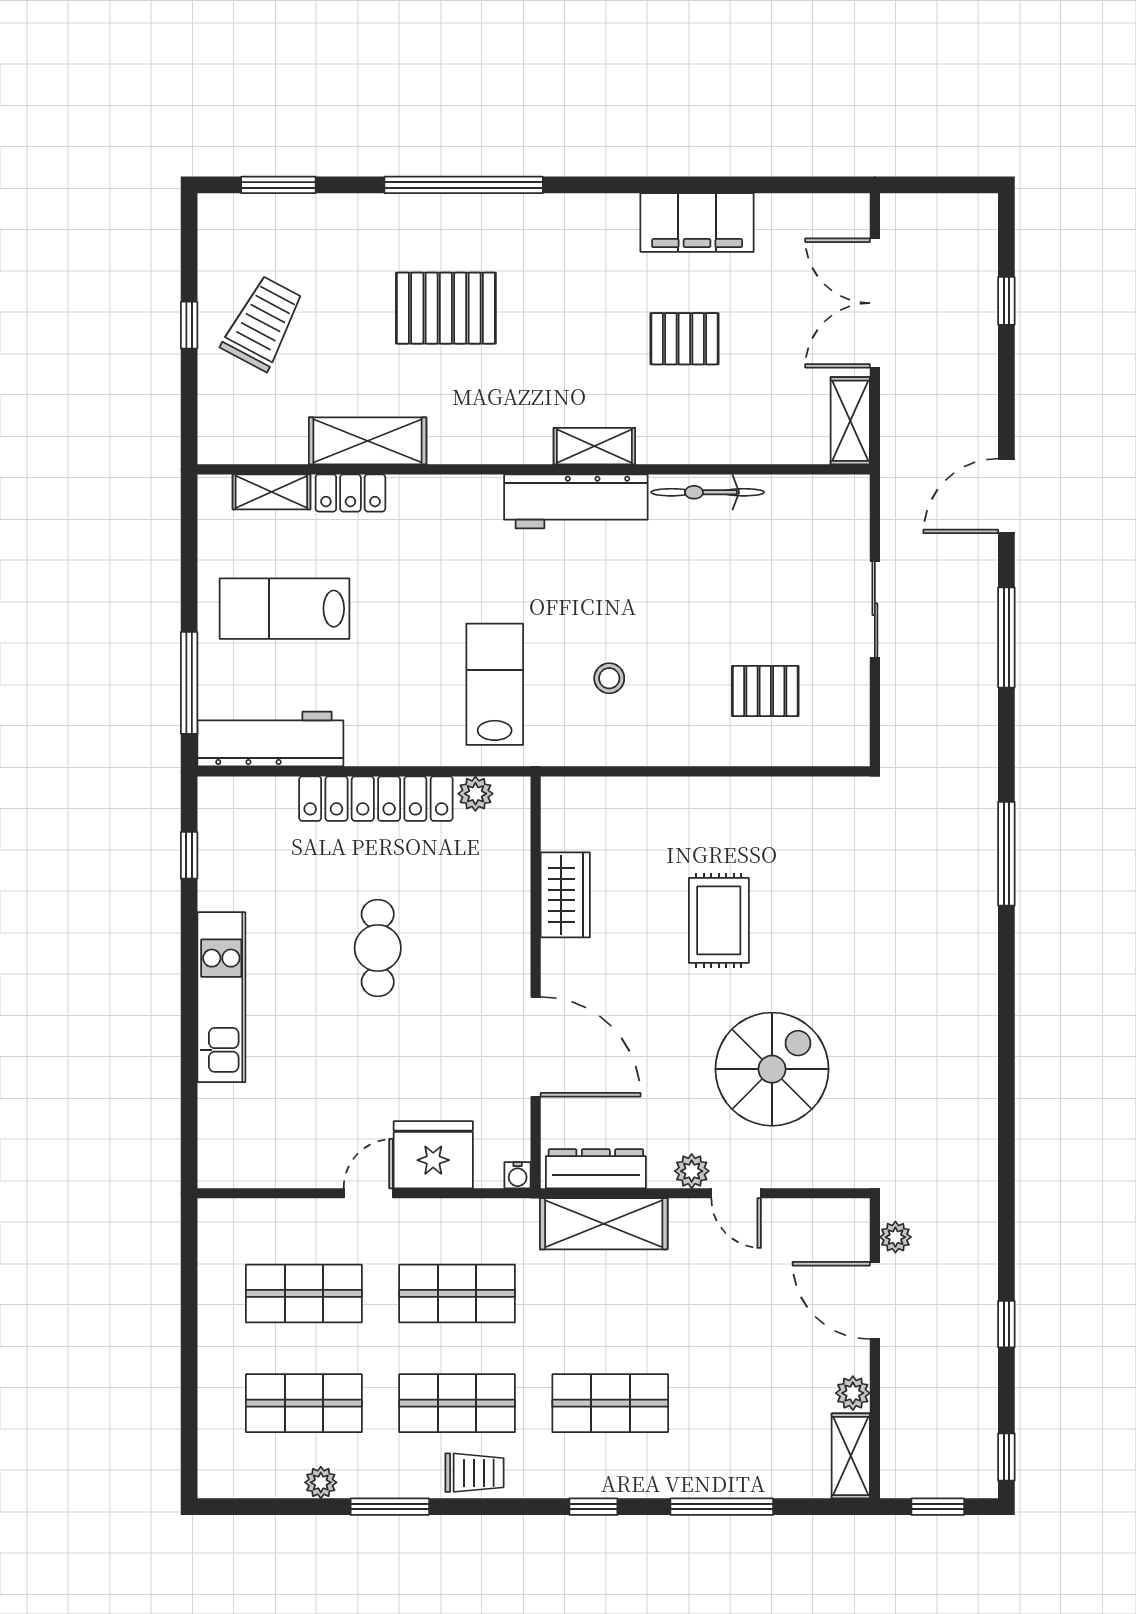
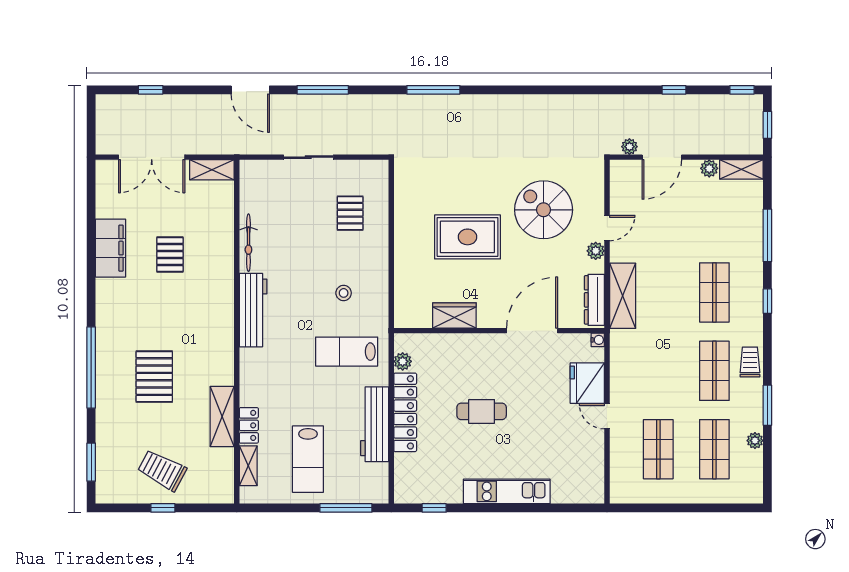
shelving: (594, 446) -> (225, 301), removed
workbench: (270, 739) -> (375, 424), moved
rug: (719, 920) -> (467, 237), width x1.36, depth x1.43
shop shelf: (457, 1293) -> (658, 371), removed

